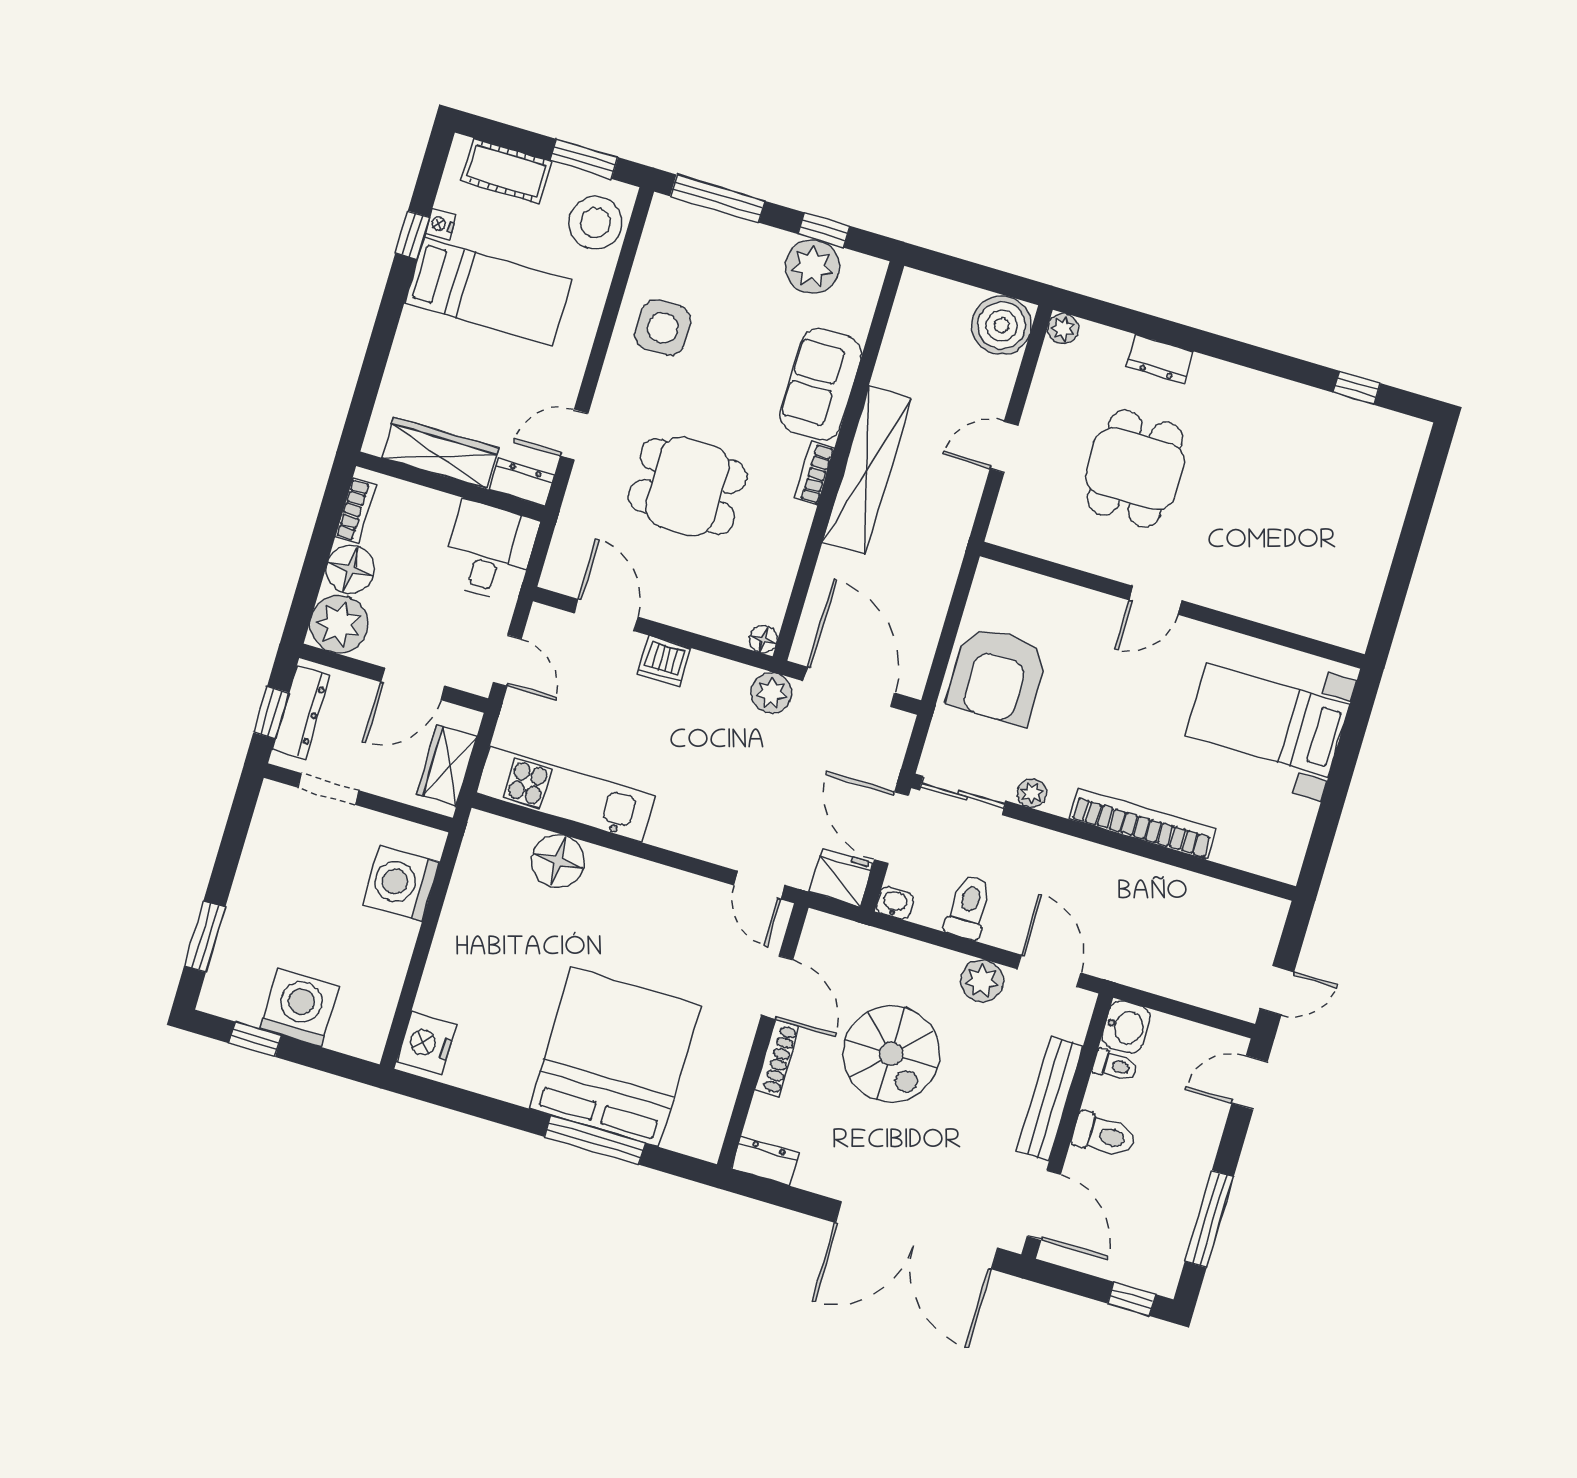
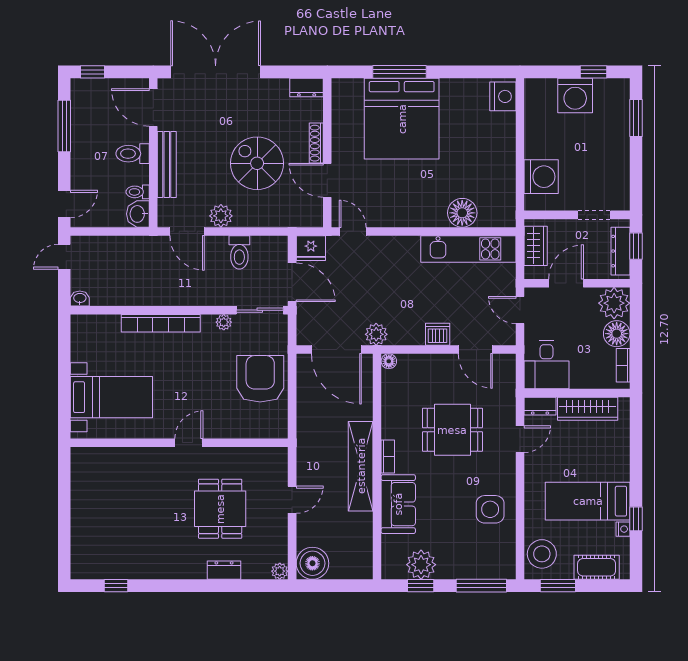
washbasin: (895, 903) -> (80, 298), moved, turned 180

